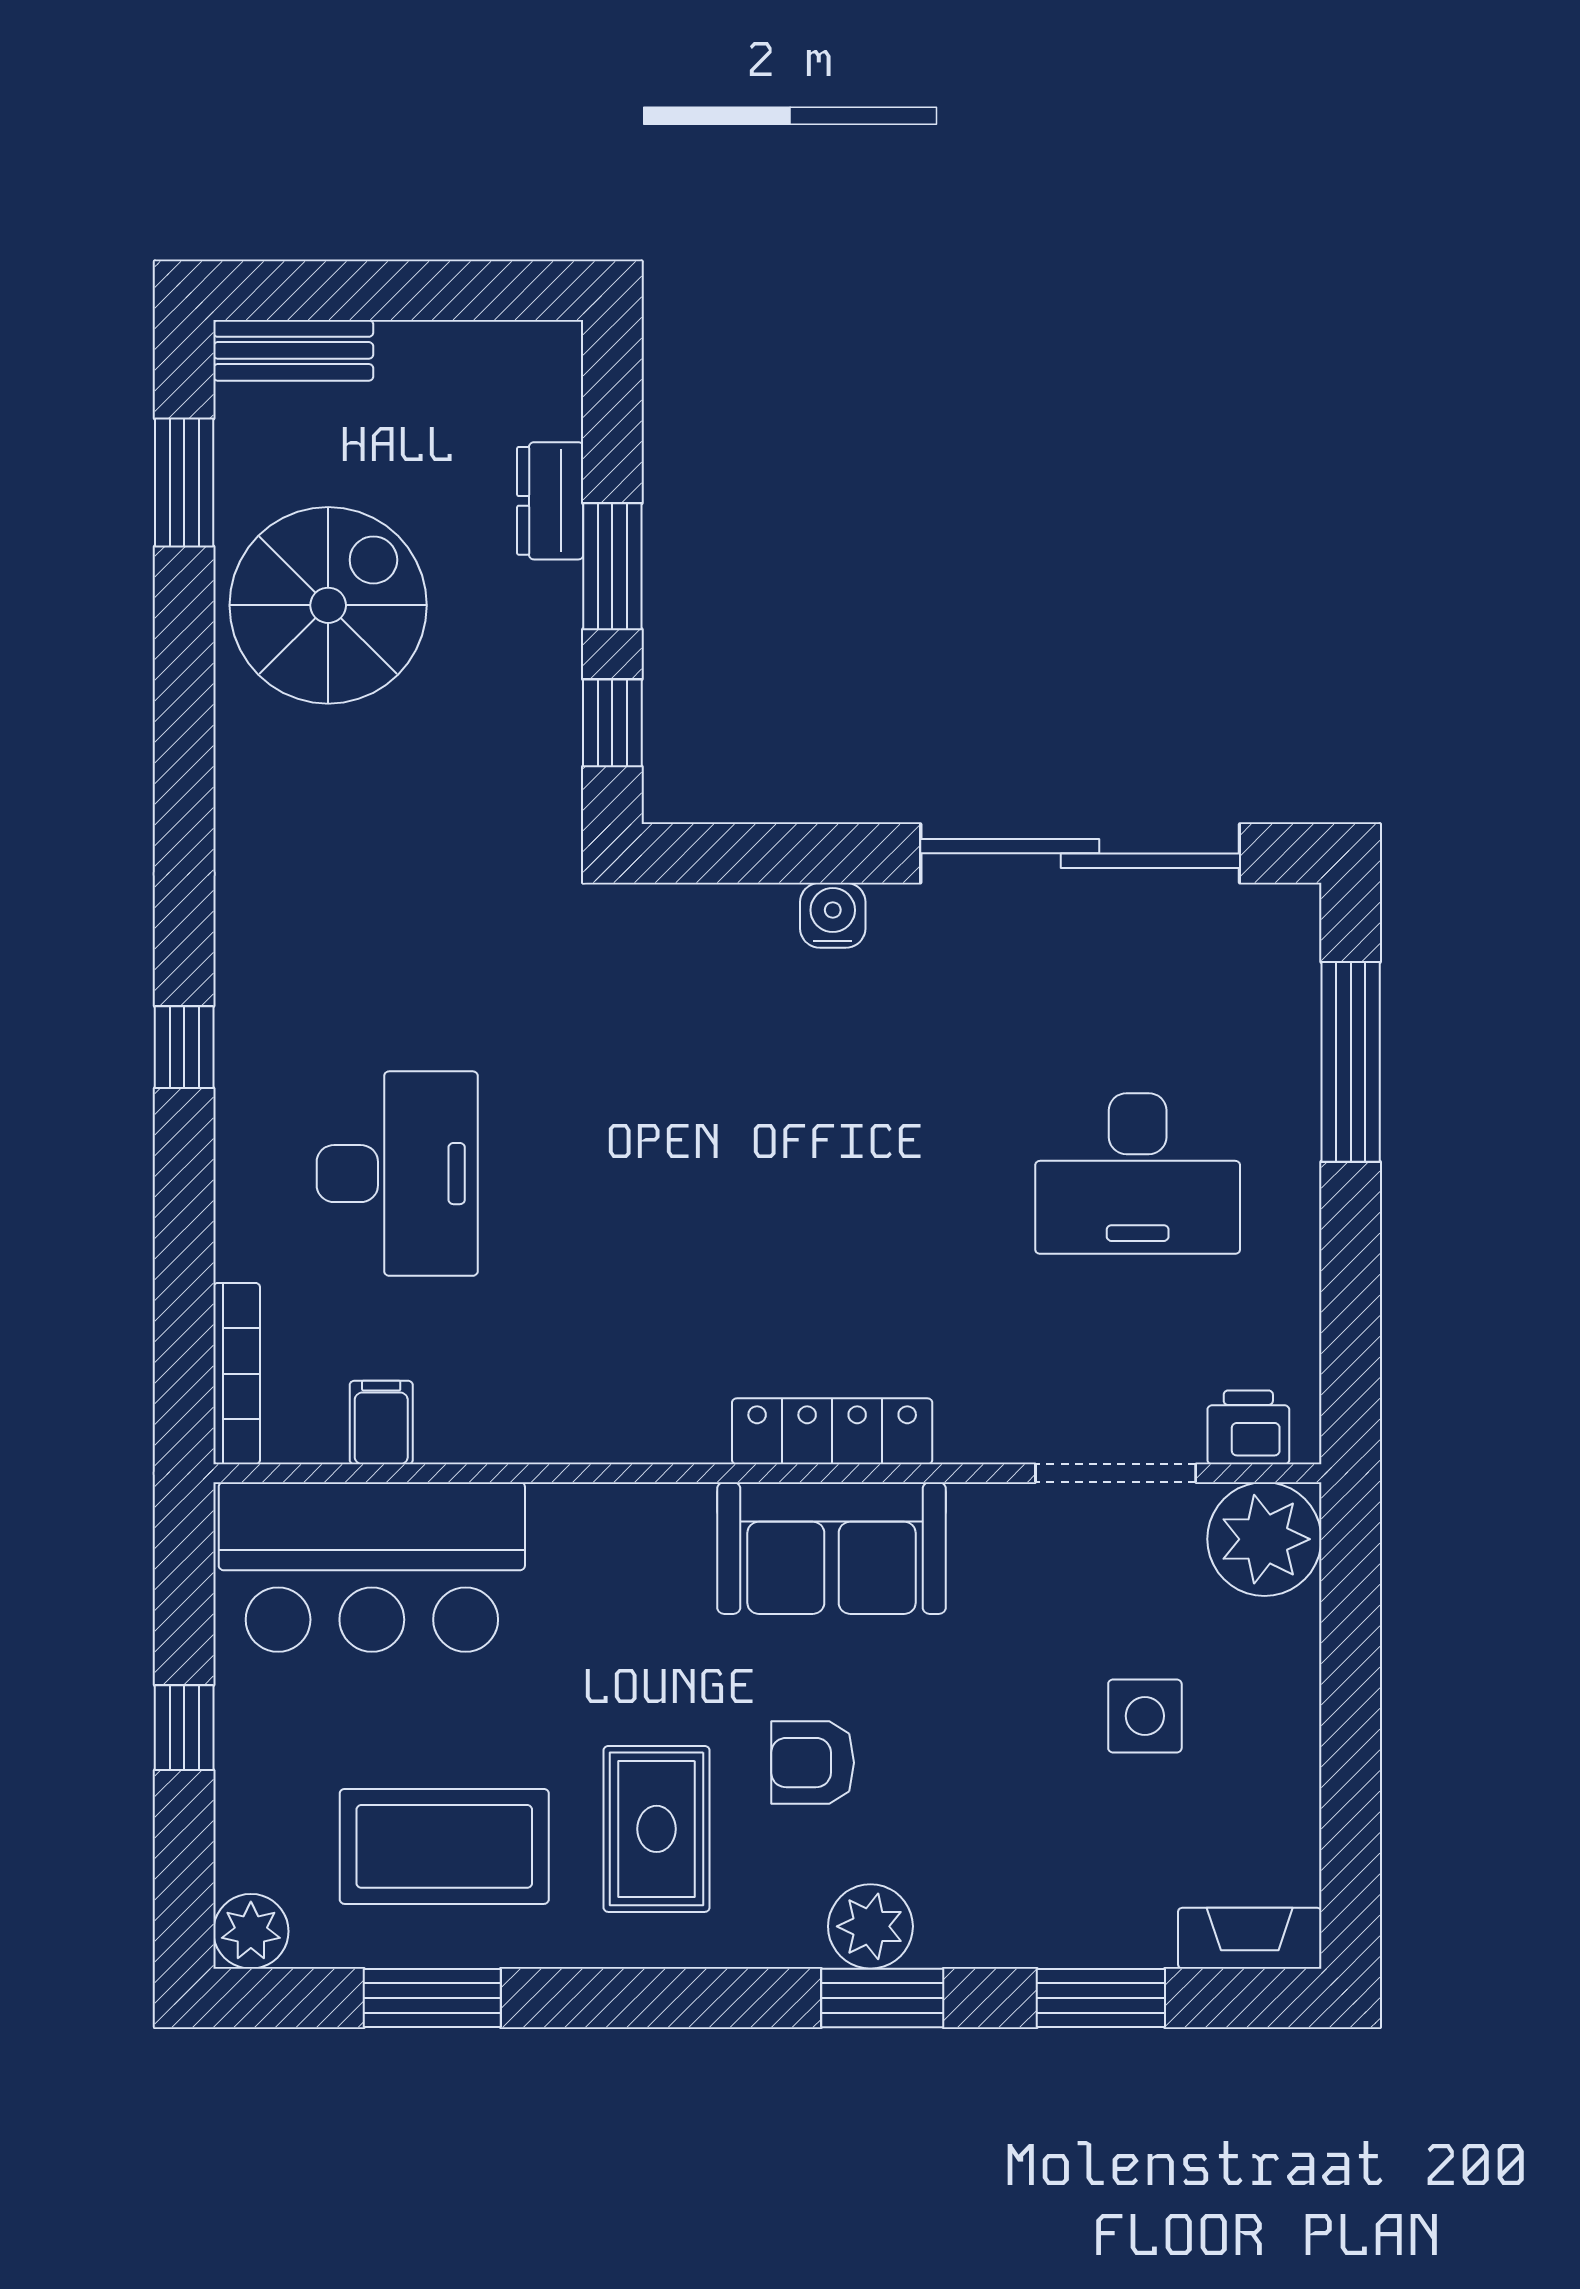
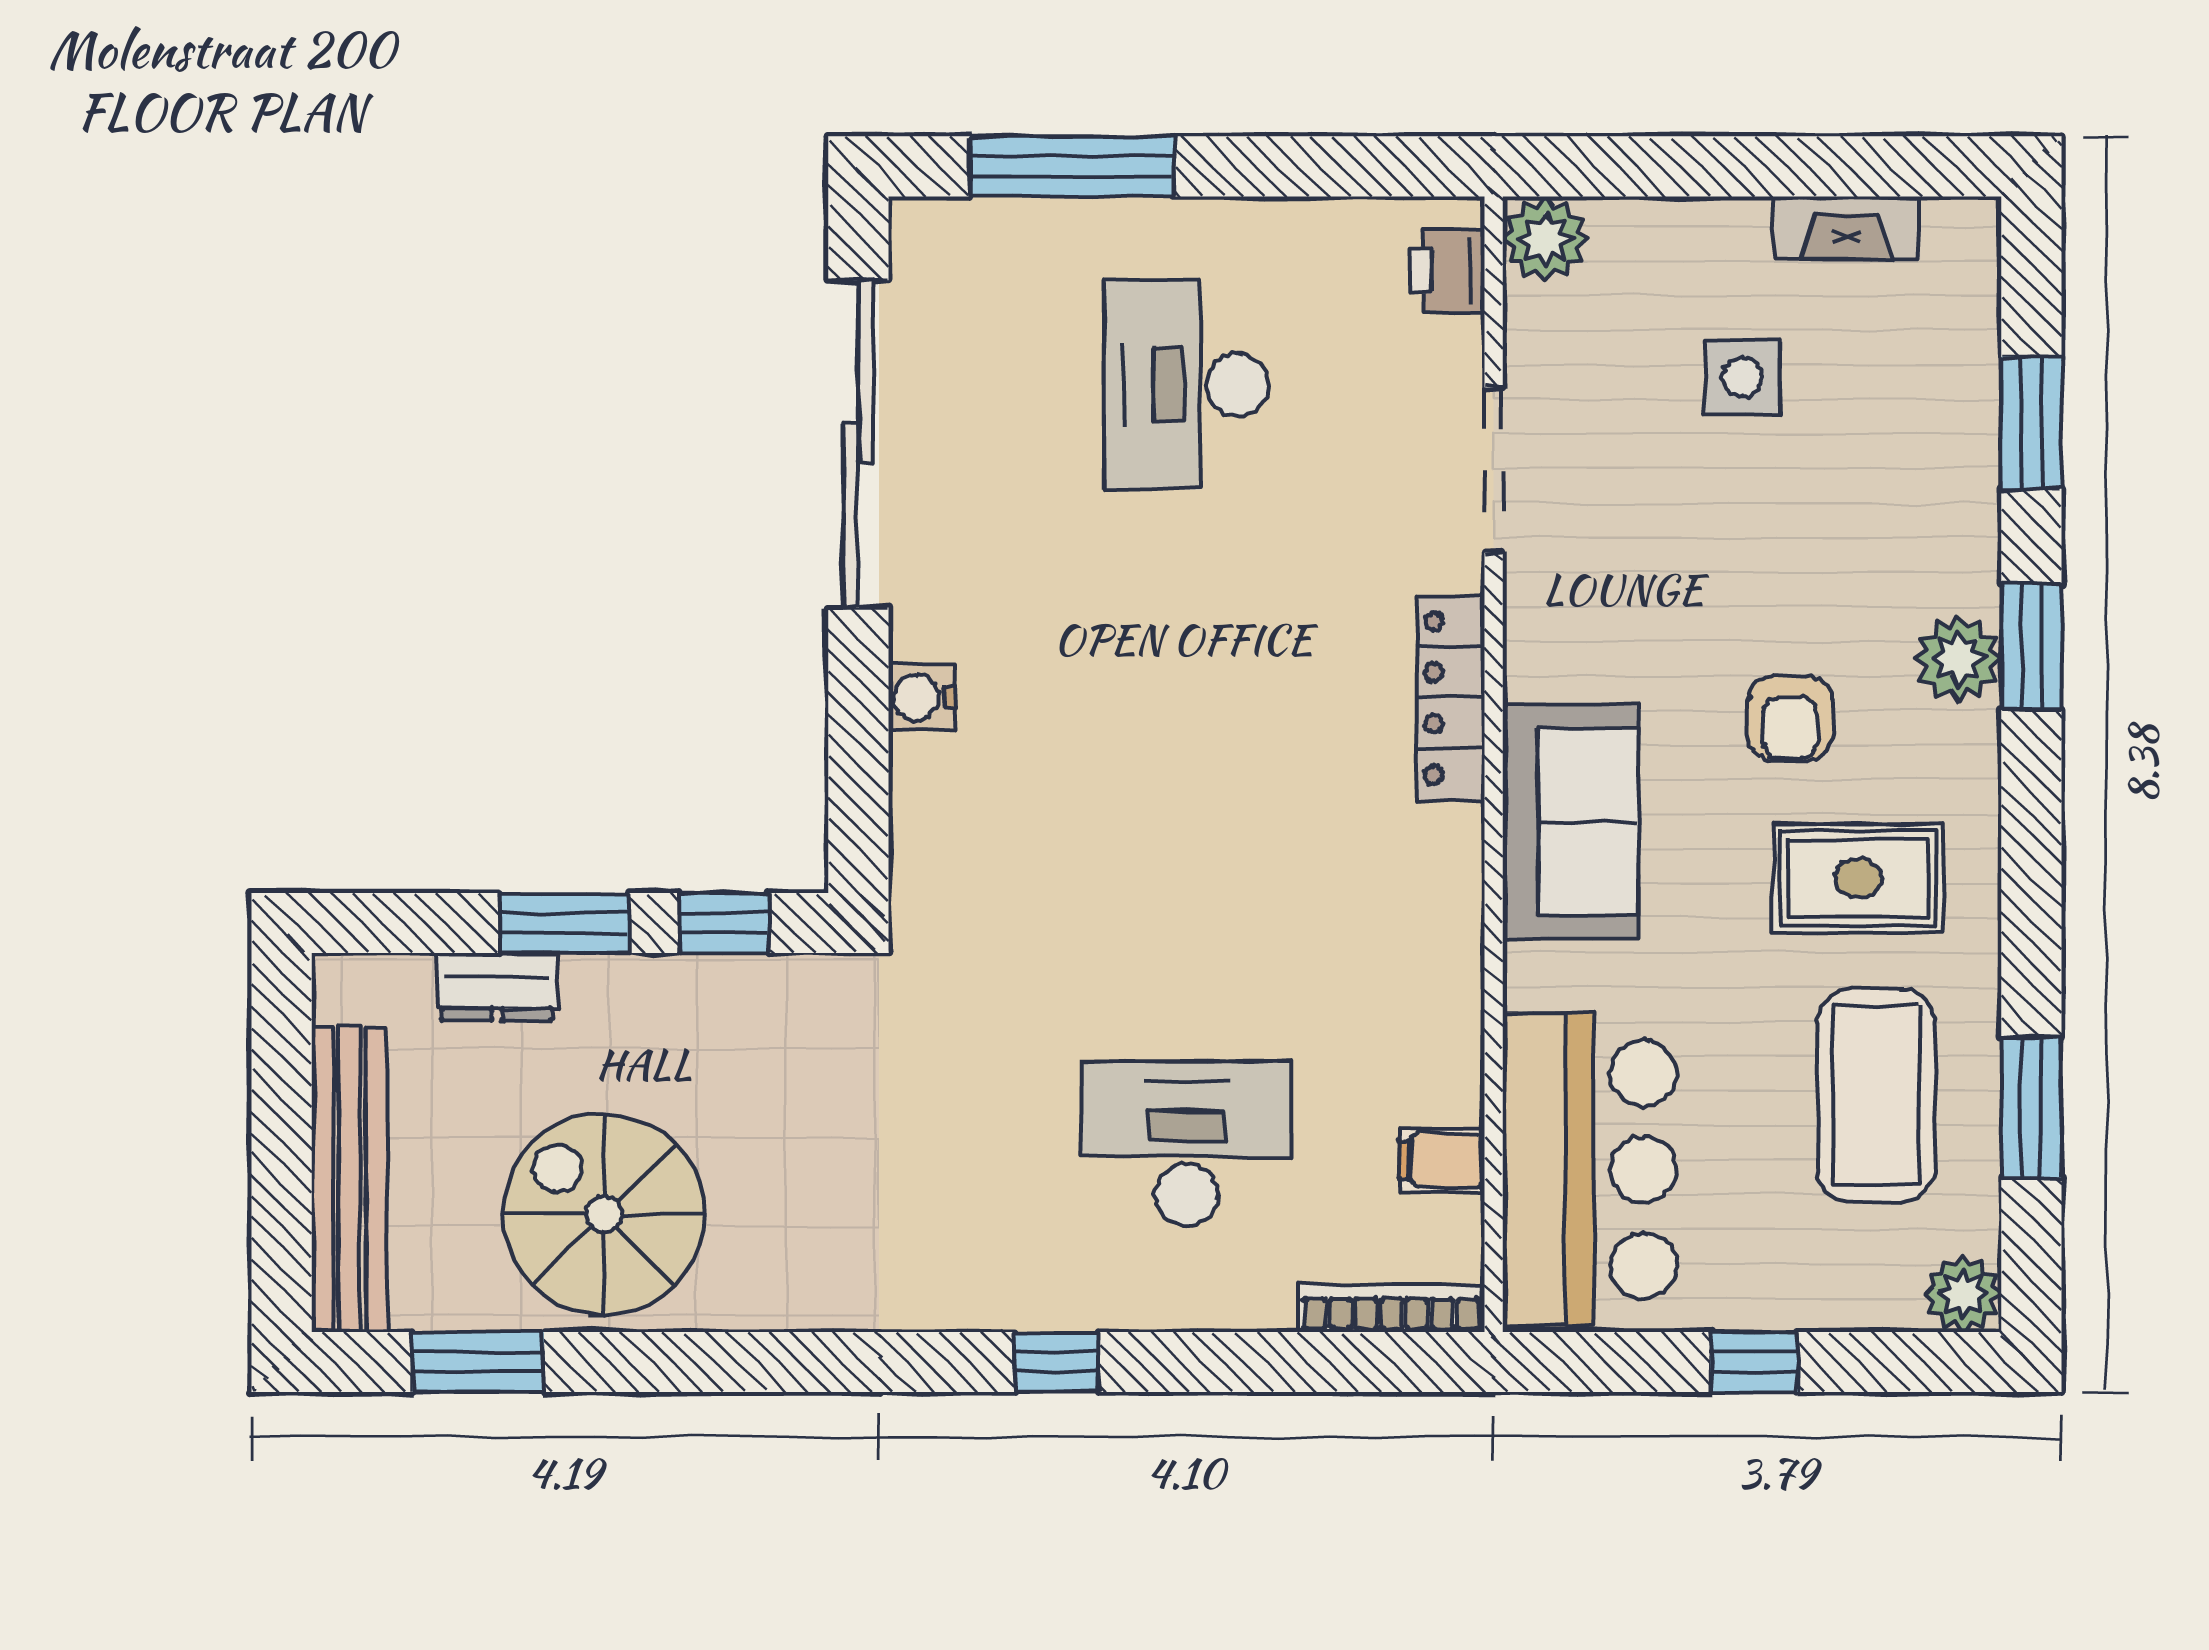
bench: (293, 350) -> (349, 1179), width x1.86, depth x1.21
desk: (1138, 1174) -> (1186, 385), turned 180
doorway: (1116, 1473) -> (1494, 470), moved
plant: (1264, 1539) -> (1545, 239), width x0.73, depth x0.73
sofa: (831, 1548) -> (1570, 822), moved
fireplace: (1250, 1938) -> (1847, 228), moved, turned -90

